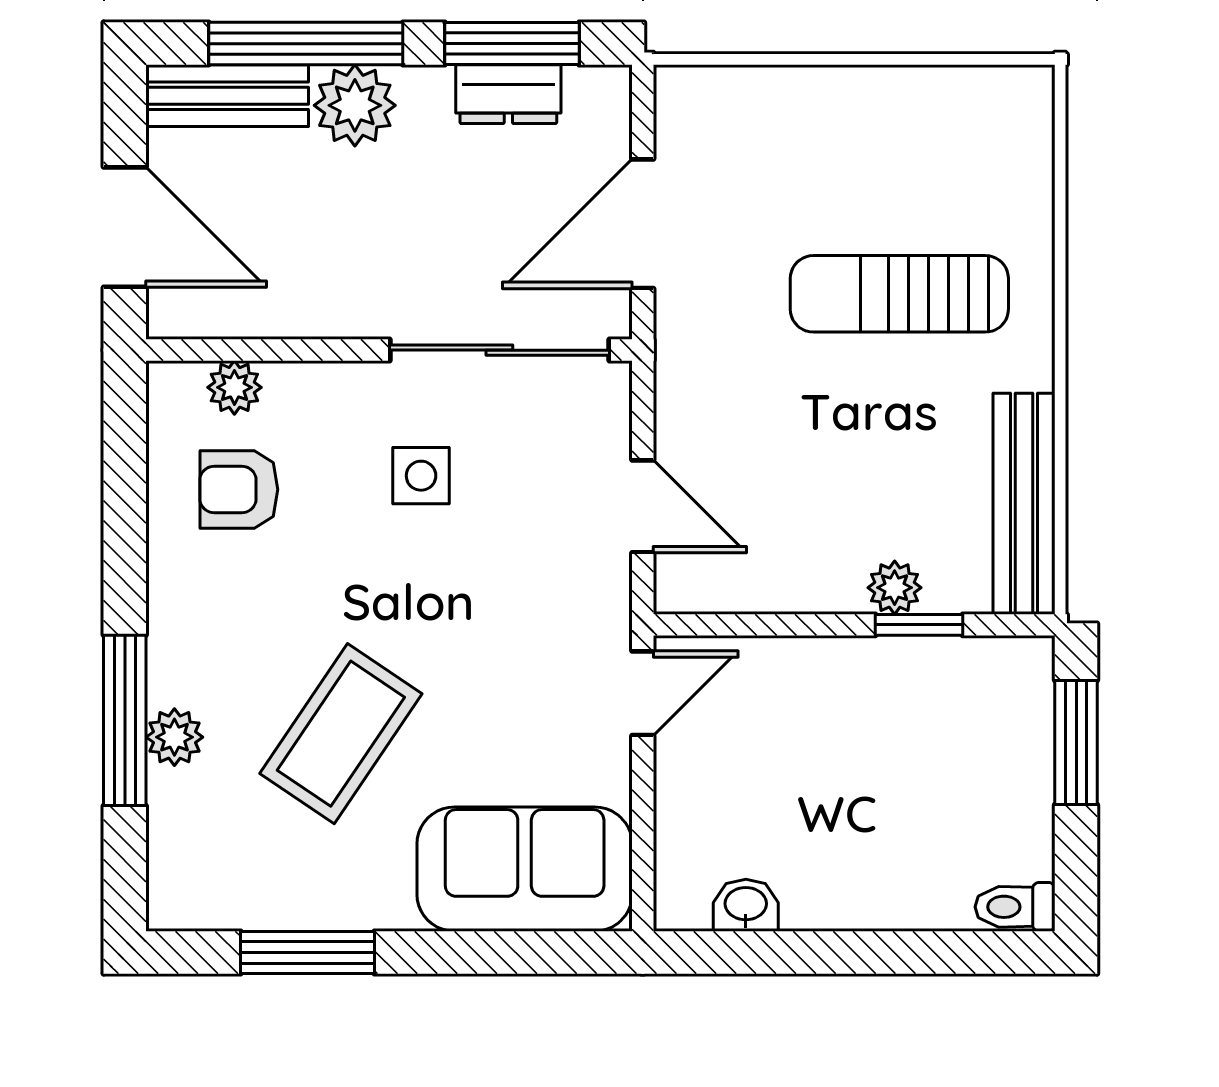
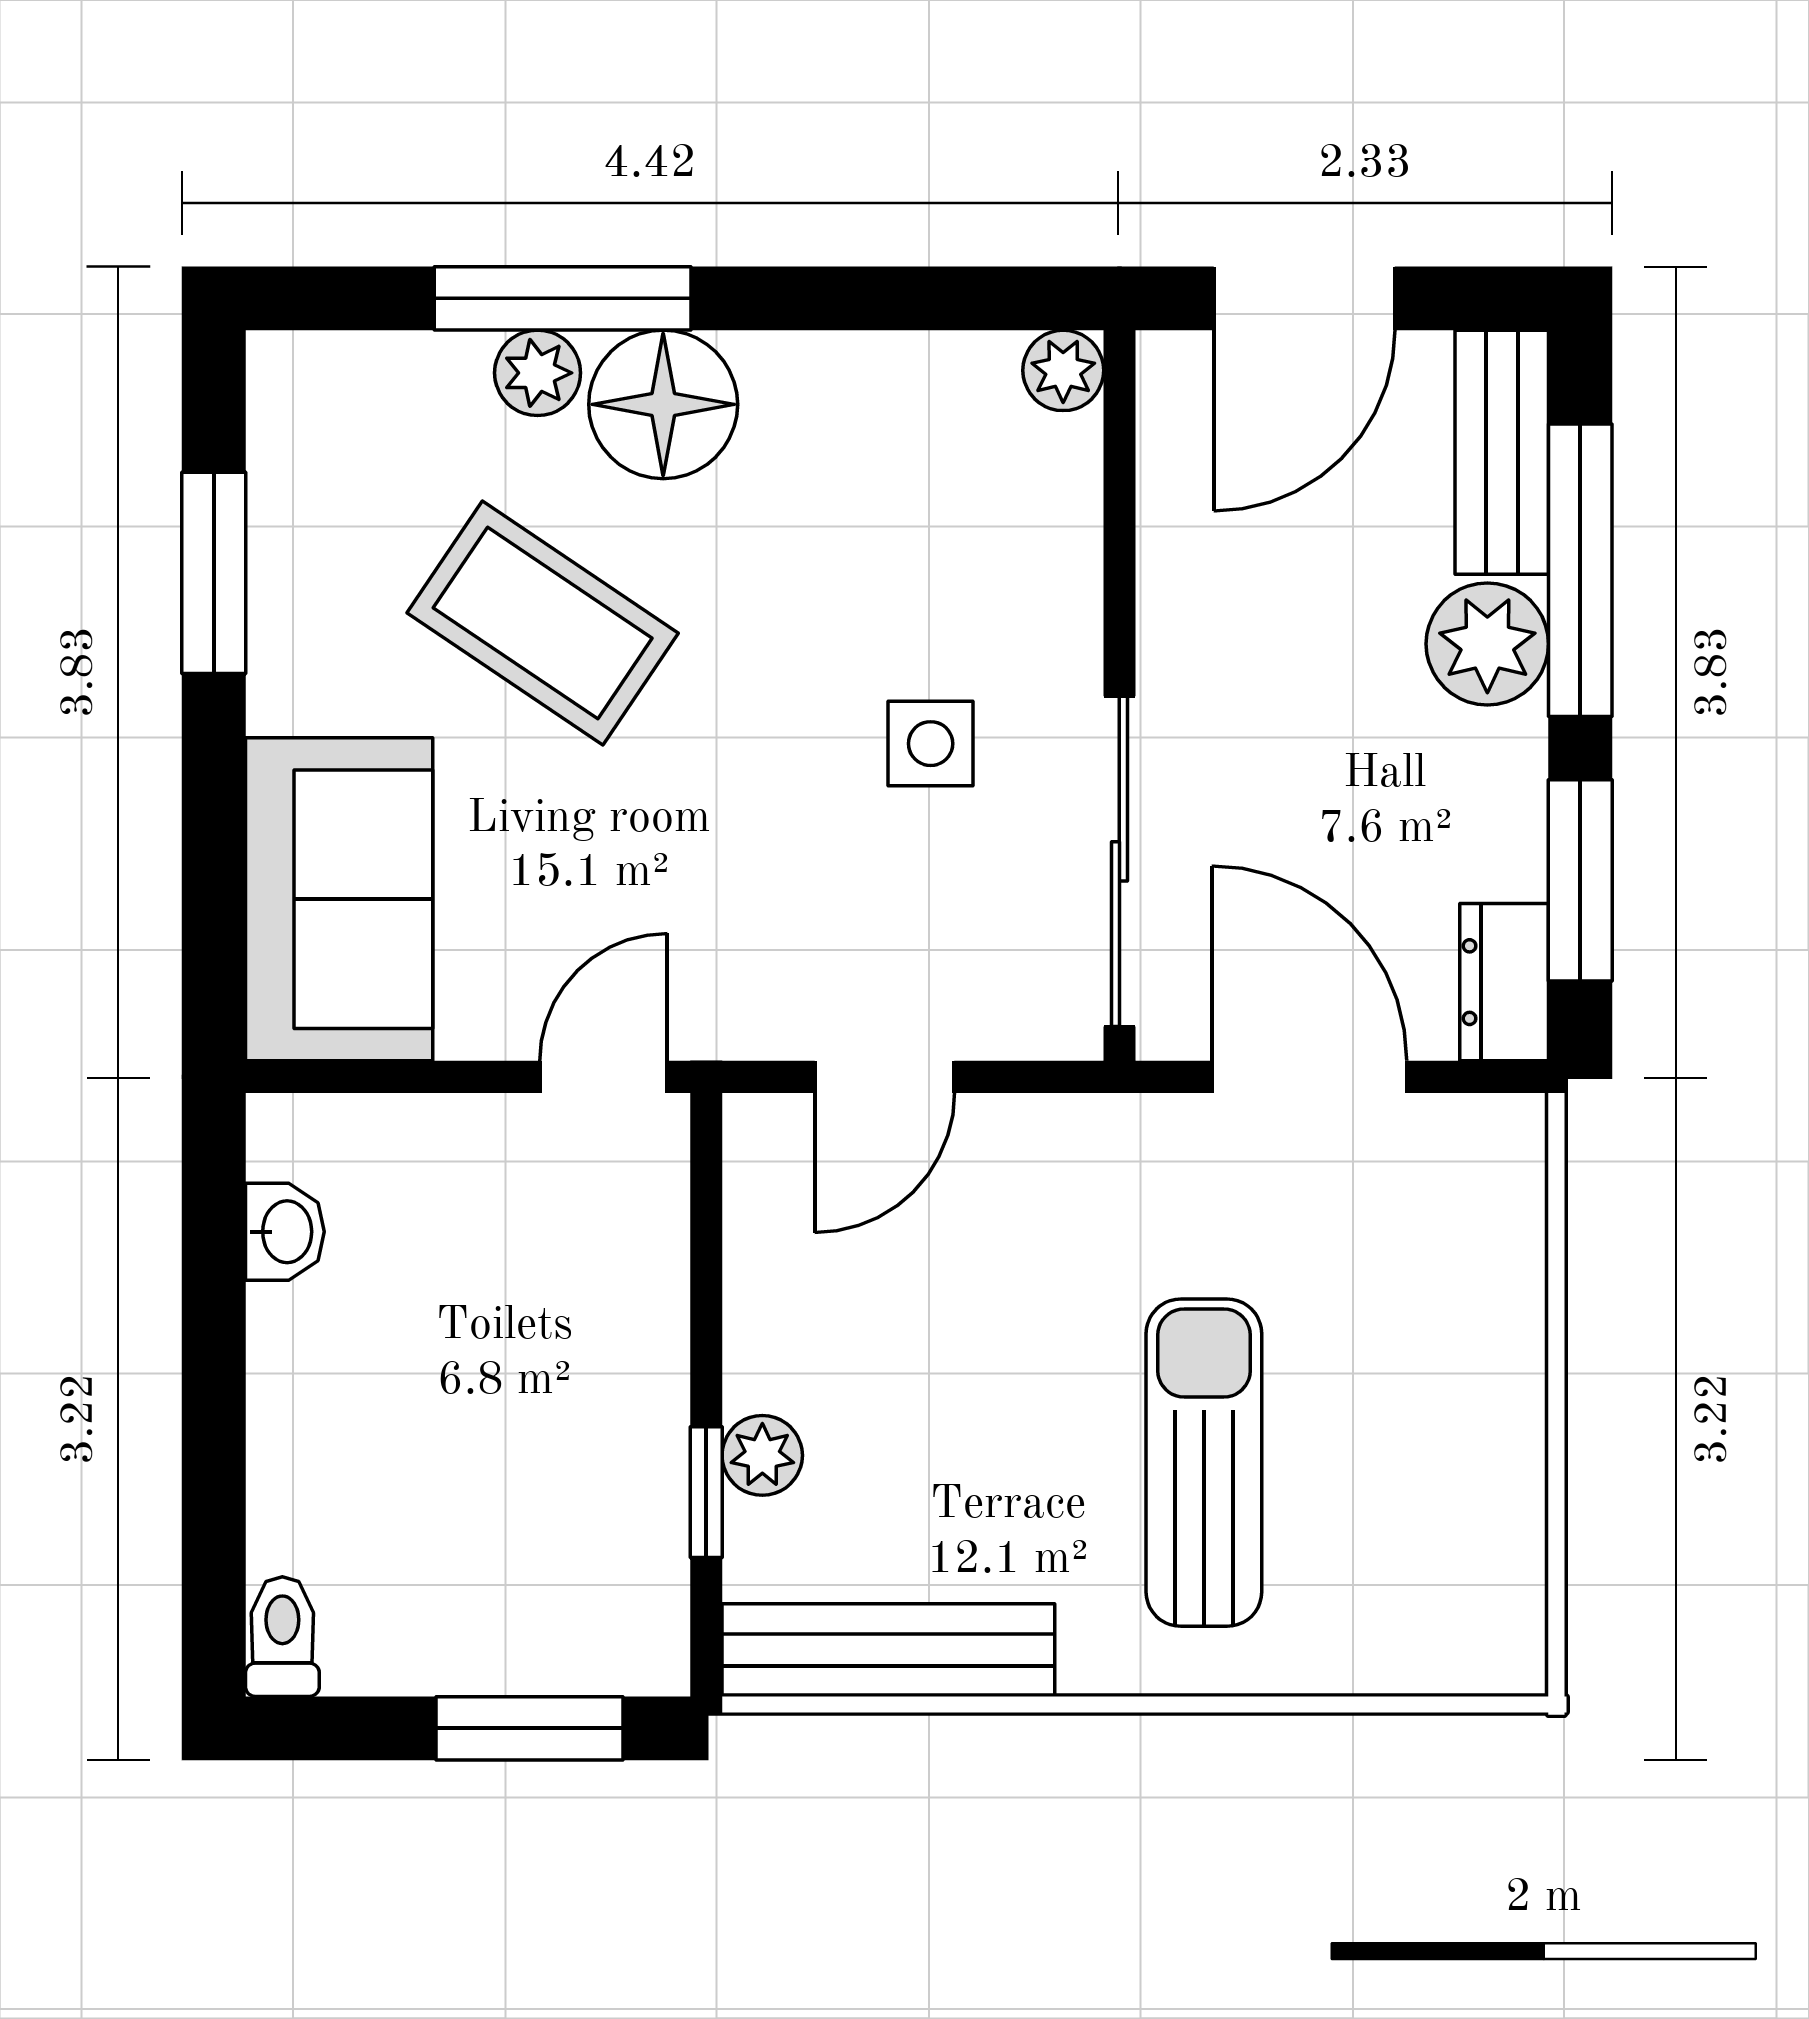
dresser: (508, 94) -> (1504, 982), moved
plant: (234, 387) -> (1063, 370), moved
armchair: (239, 489) -> (910, 470), removed
floor lamp: (195, 654) -> (663, 404), added
door: (643, 693) -> (604, 1077), swing flipped

